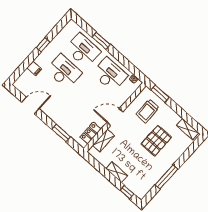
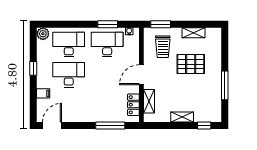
plant: (72, 26) -> (43, 34), added
window: (101, 41) -> (108, 24), moved
door: (30, 105) -> (52, 125), moved
shelving: (188, 129) -> (193, 33), moved
window: (61, 133) -> (110, 125), width x1.44
pallet: (156, 141) -> (191, 64), turned 90

